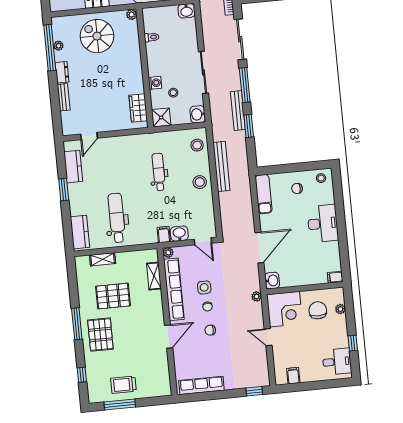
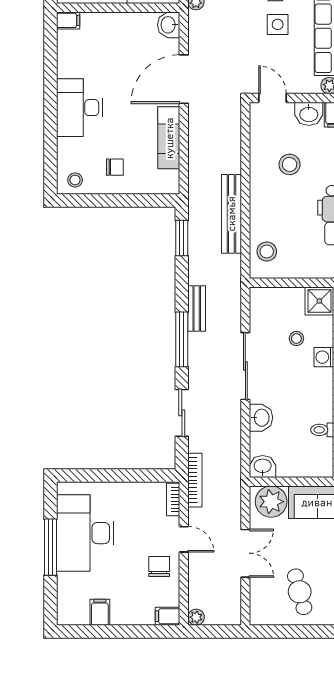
sliding door: (240, 39) -> (182, 413), width x0.73
bench: (238, 111) -> (197, 308), width x0.73
washbasin: (198, 114) -> (261, 418), moved
window: (249, 126) -> (182, 238), moved
stool: (200, 182) -> (290, 164), moved
exam couch: (264, 194) -> (169, 138), moved

